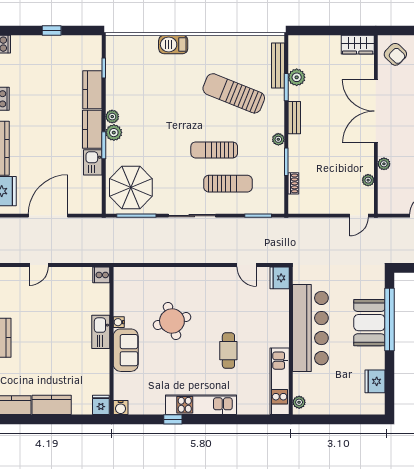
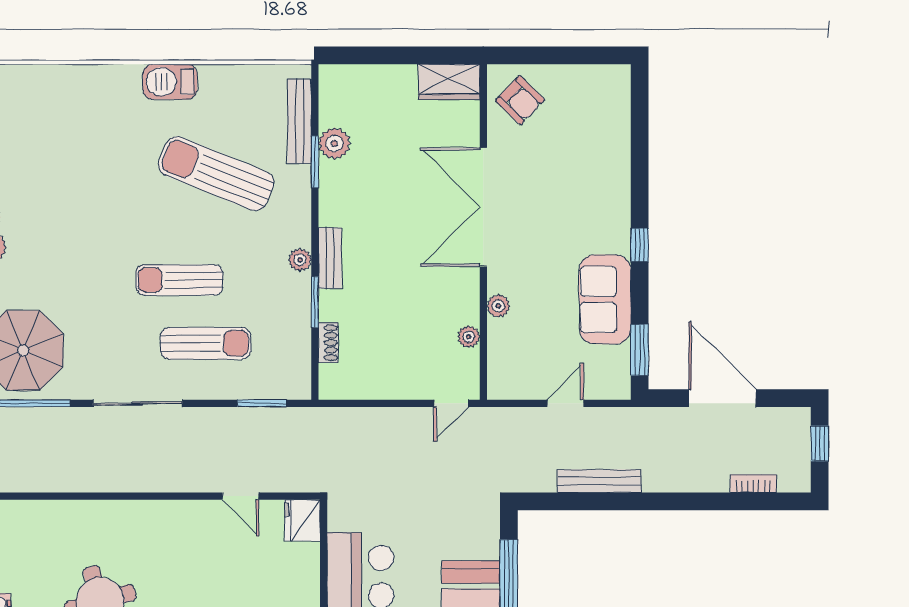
barbecue: (173, 44) -> (170, 82), moved
bench: (294, 118) -> (330, 258), moved

